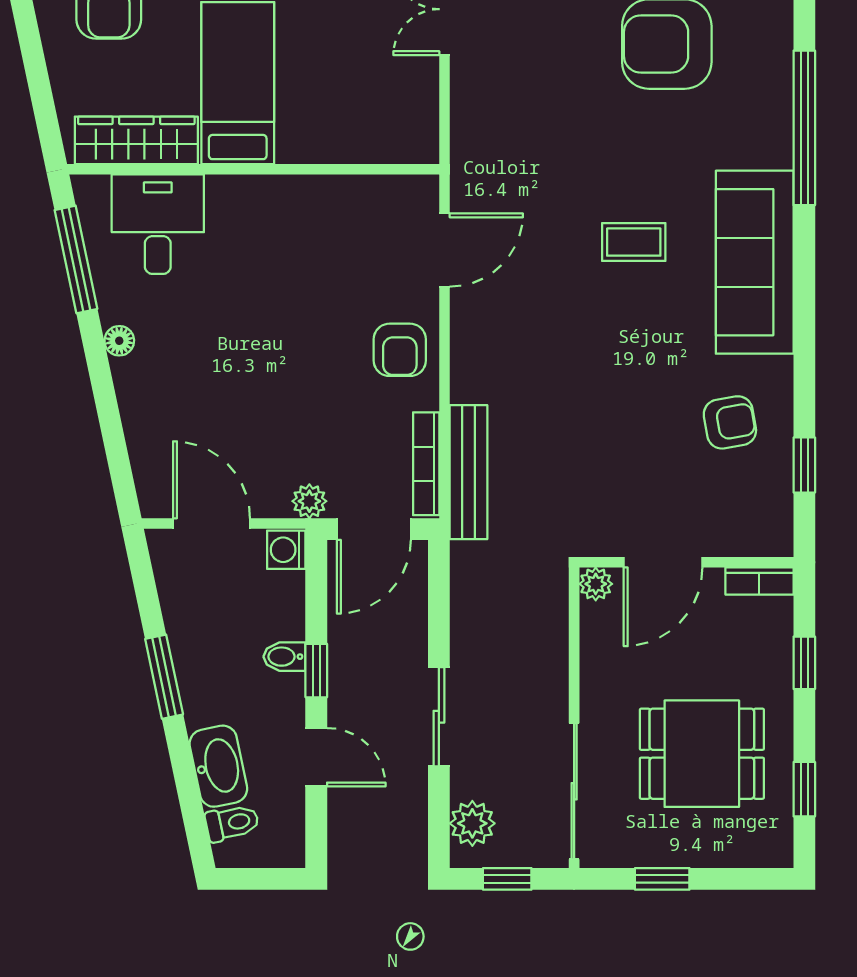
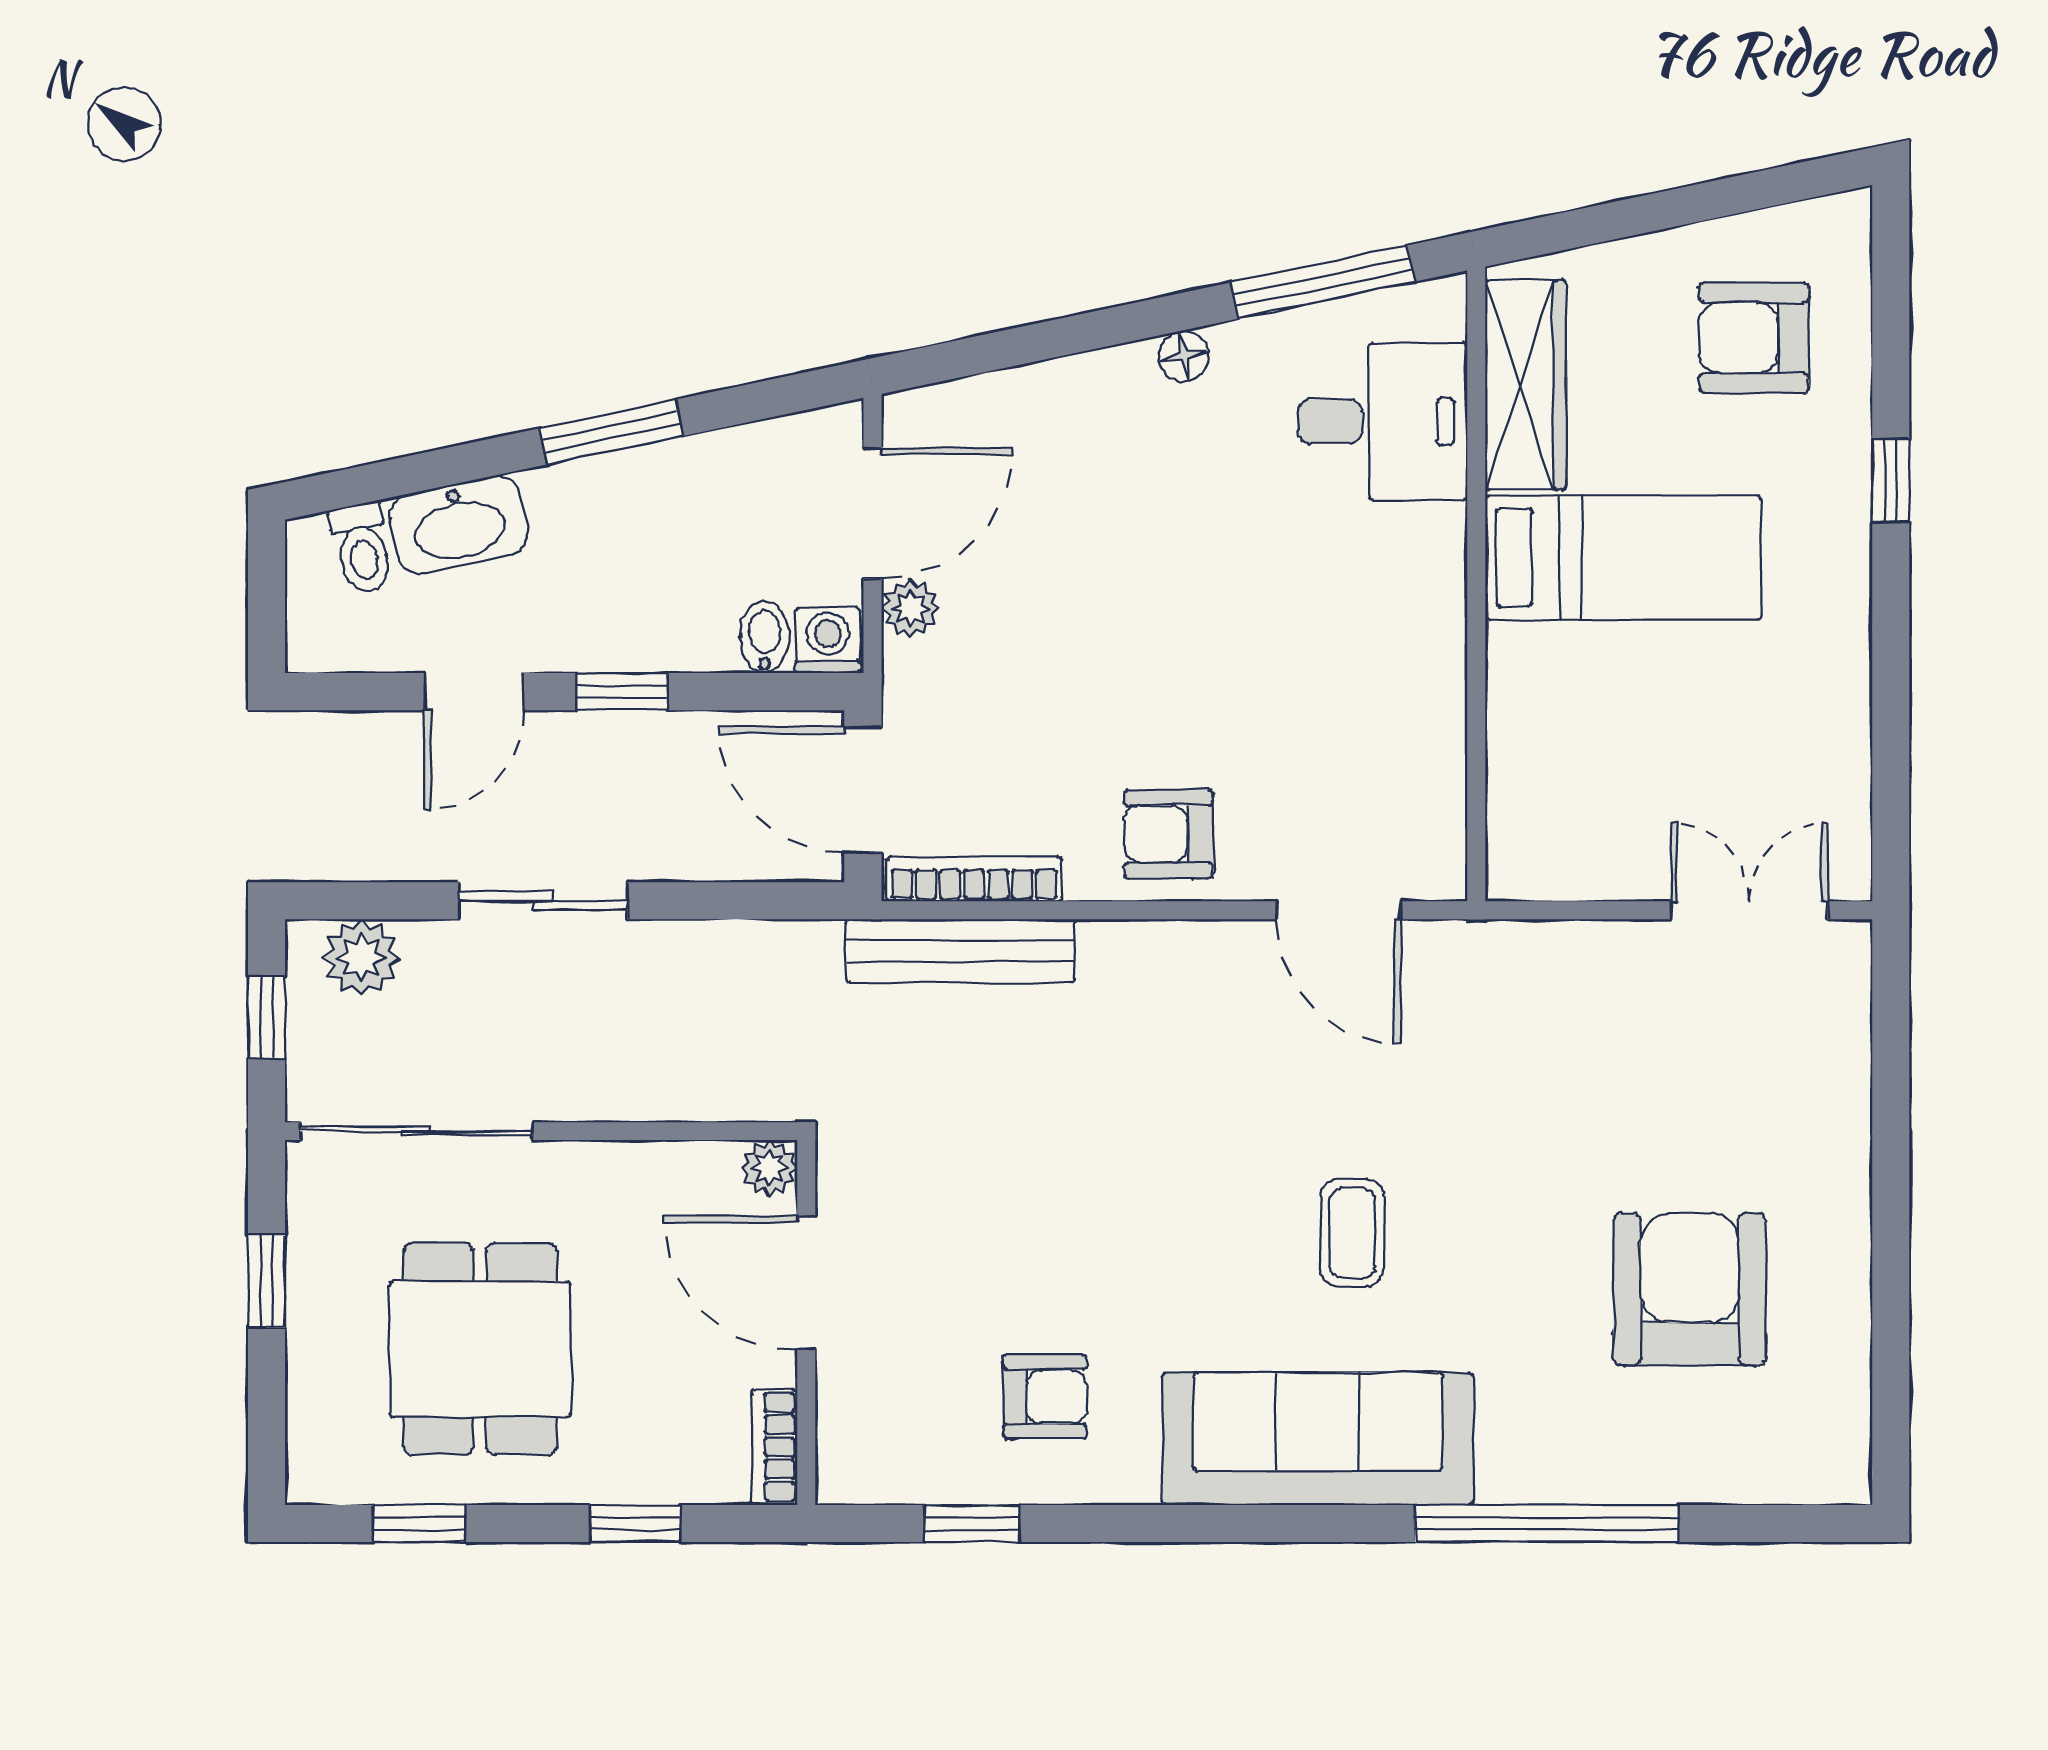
armchair: (730, 422) -> (1045, 1397), turned -80
plant: (309, 501) -> (910, 609), moved
bidet: (284, 657) -> (765, 637), moved

